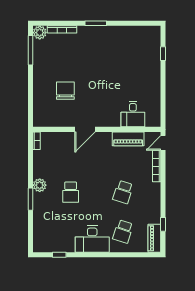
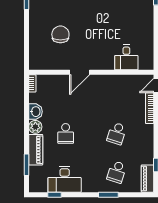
piano: (128, 139) -> (36, 150), moved, turned -90
washbasin: (40, 170) -> (35, 112), added
window: (31, 199) -> (26, 165), moved
desk: (92, 239) -> (65, 179), moved
window: (114, 255) -> (108, 195), added

